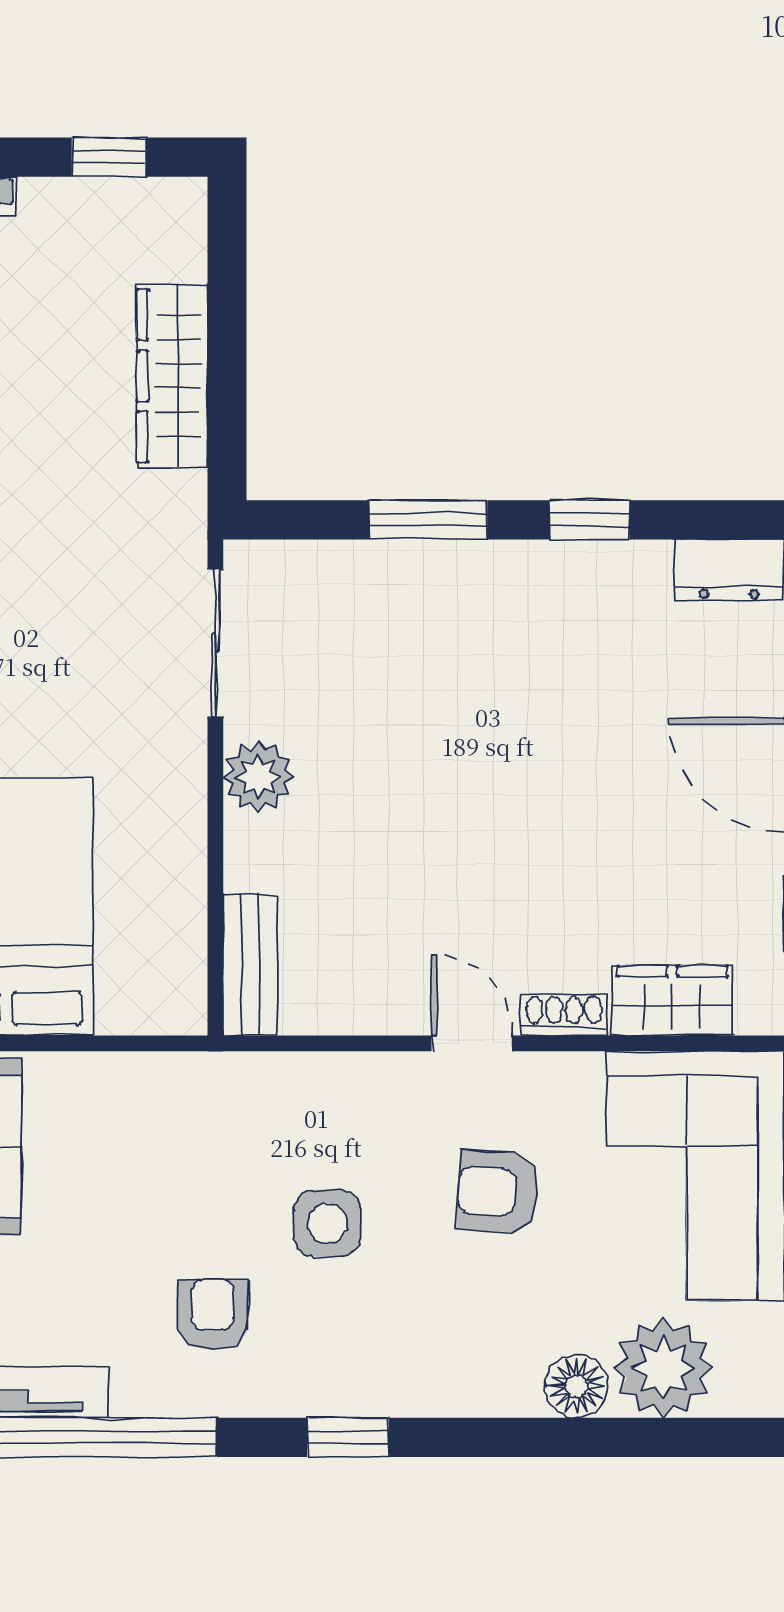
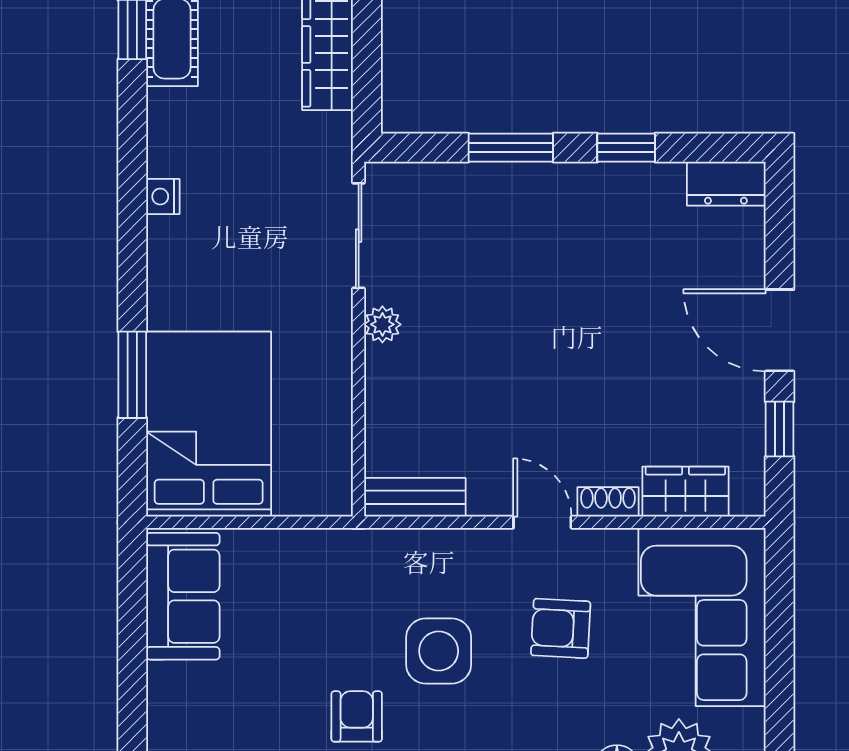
plant: (258, 777) -> (382, 324), width x0.73, depth x0.73
bench: (250, 965) -> (415, 497), moved, turned 90
side table: (327, 1223) -> (439, 651), width x1.37, depth x1.37

